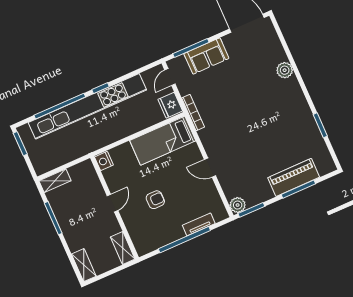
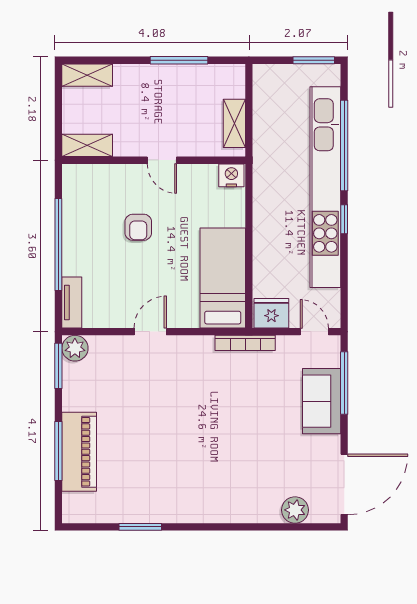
plant: (285, 70) -> (295, 510), moved
shelving: (55, 181) -> (234, 123), moved
tv unit: (199, 224) -> (72, 302), moved

